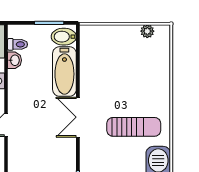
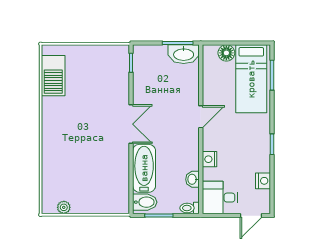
toilet: (18, 44) -> (189, 208), moved
sun lounger: (134, 127) -> (77, 115), removed

